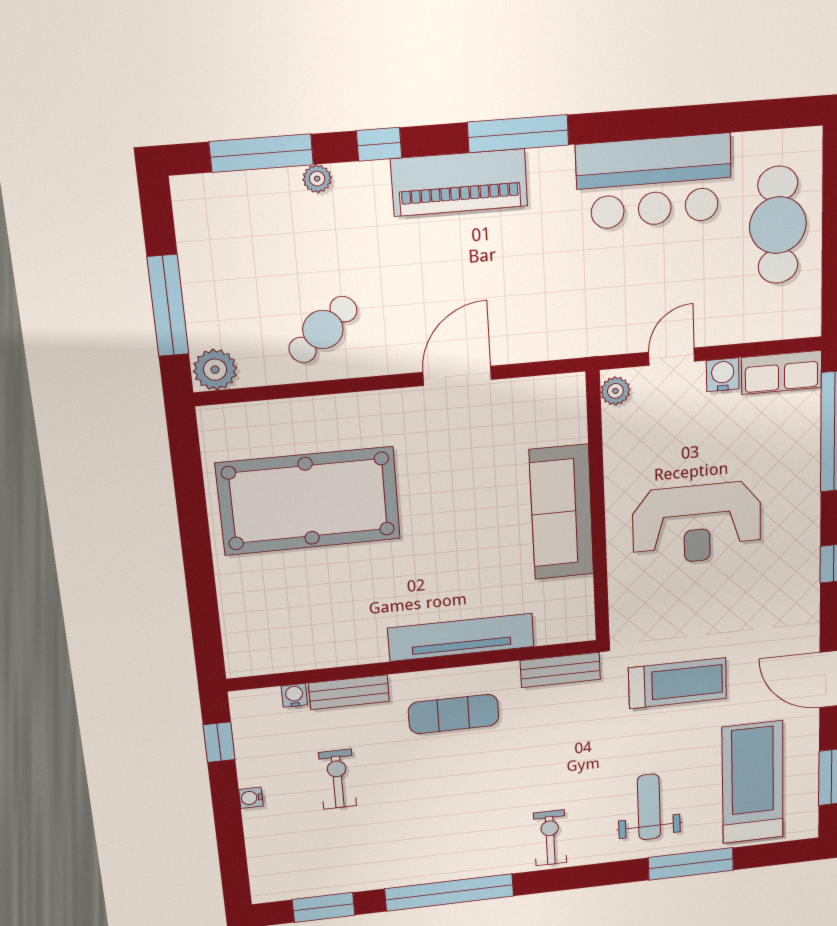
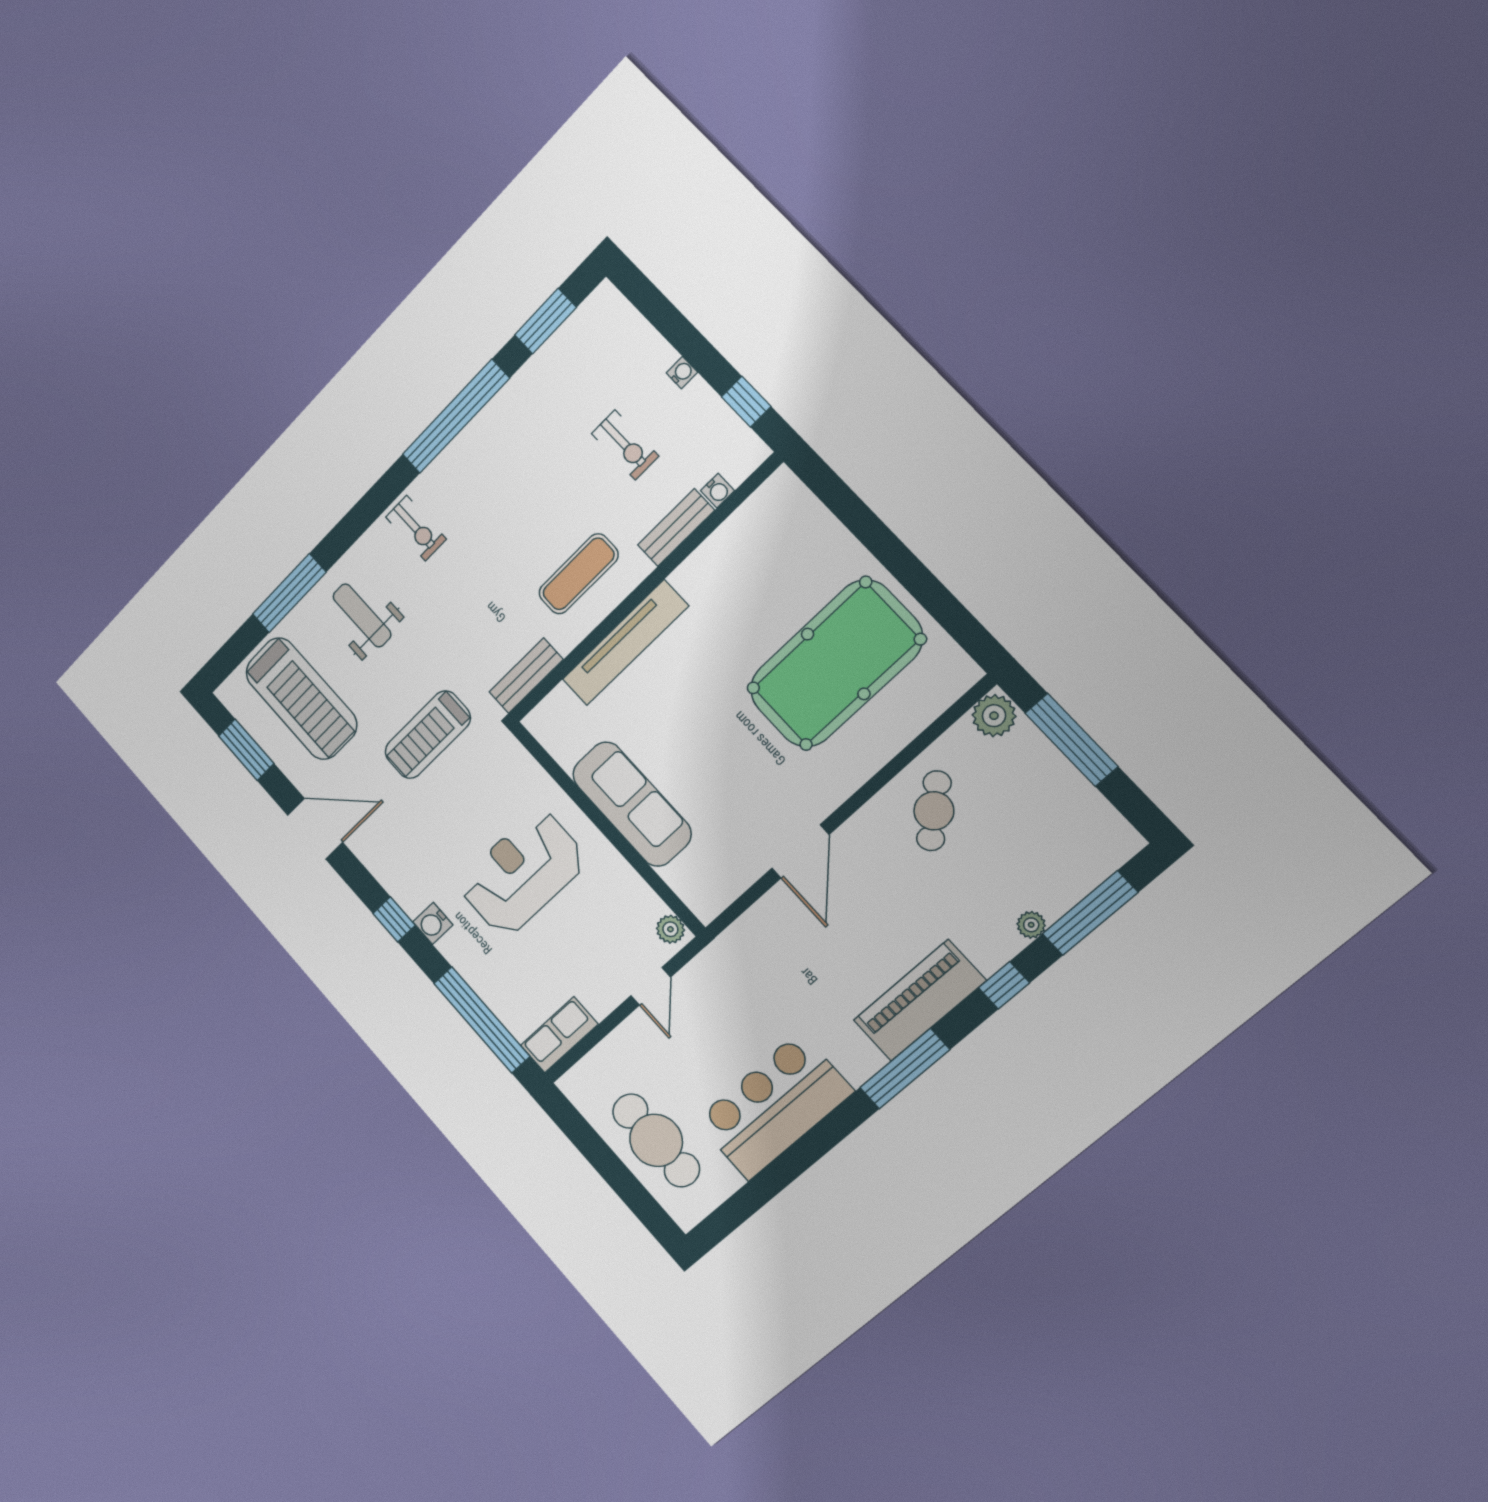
water cooler: (723, 375) -> (433, 923), moved, turned 90
weight bench: (649, 807) -> (362, 615), turned 180

